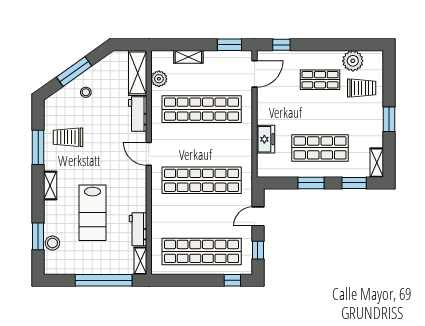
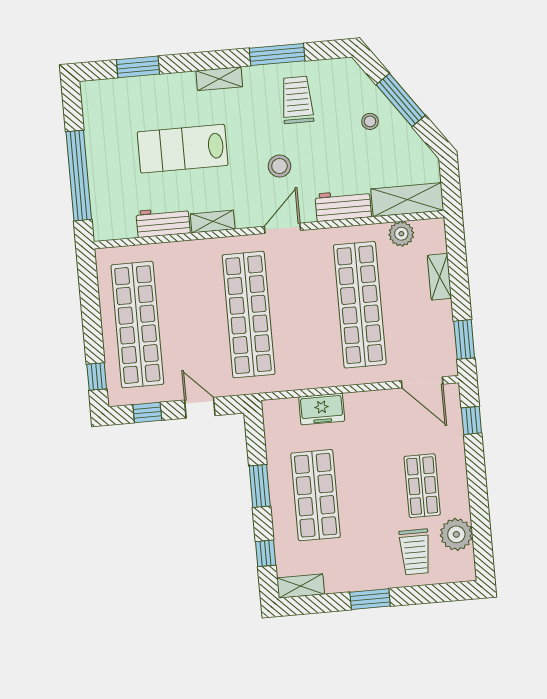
window: (354, 183) -> (266, 553), width x0.67
stool: (52, 243) -> (279, 166), moved
shelving: (140, 261) -> (213, 221), moved

